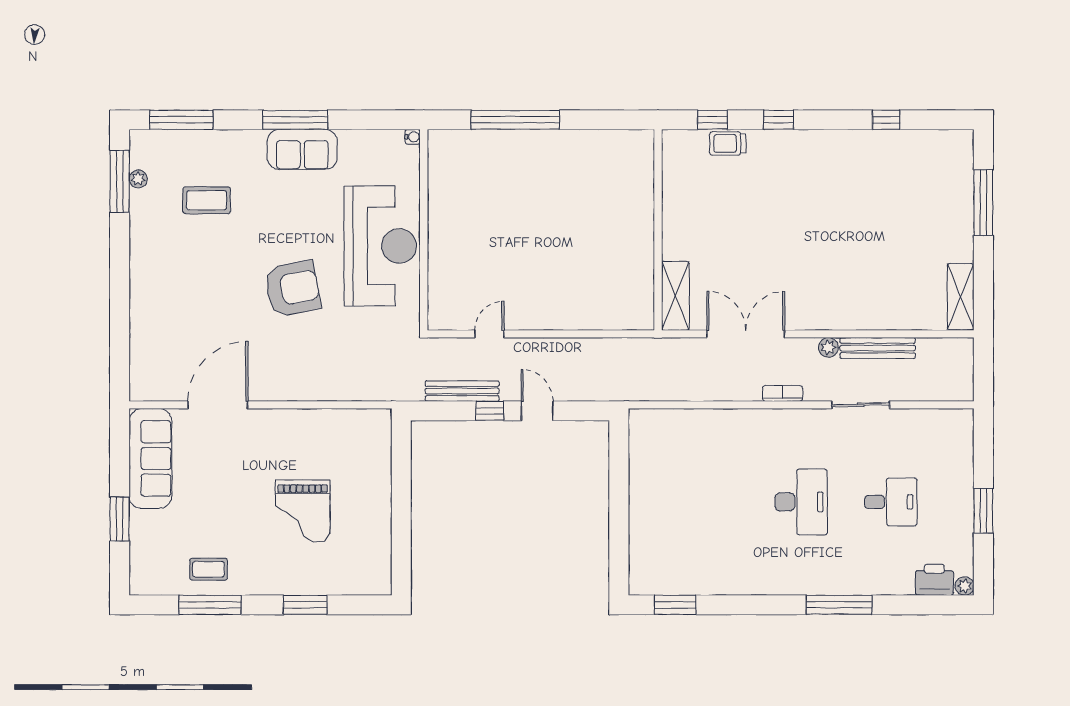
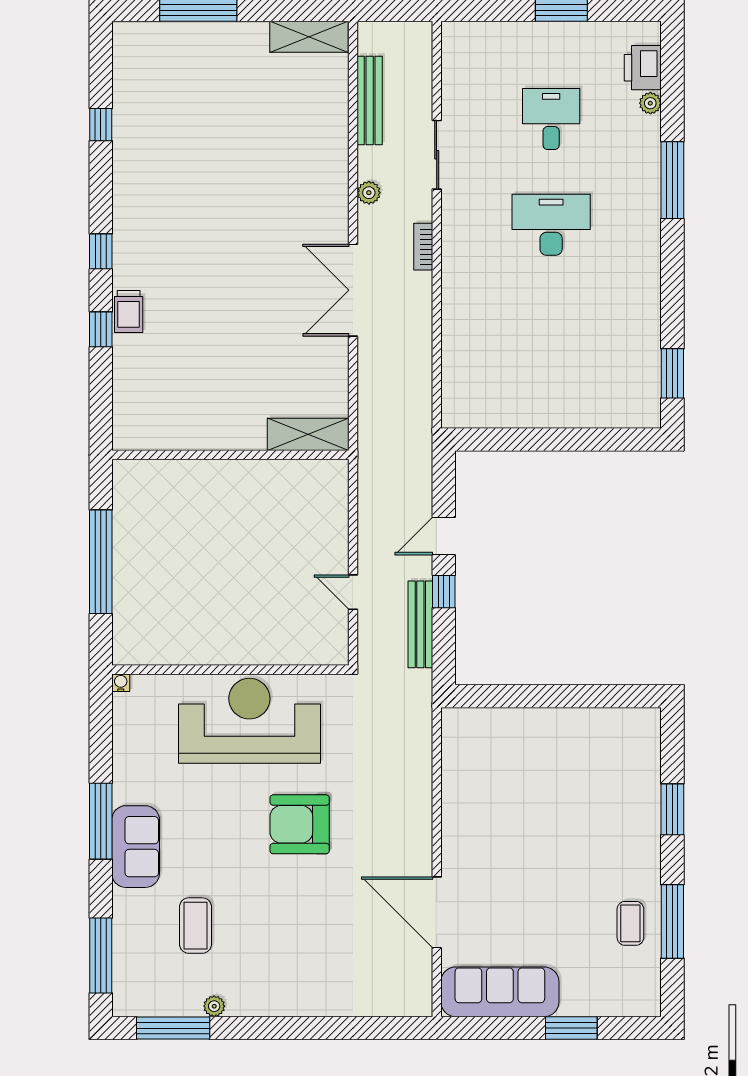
sofa: (302, 149) -> (136, 847), moved
plant: (138, 179) -> (214, 1006), moved
wall: (658, 230) -> (230, 455), moved
armchair: (293, 289) -> (300, 824), turned -79
shelving: (675, 296) -> (308, 434), moved
bench: (878, 348) -> (370, 100), moved
grand piano: (303, 511) -> (562, 812), removed
plant: (965, 586) -> (650, 103), moved

